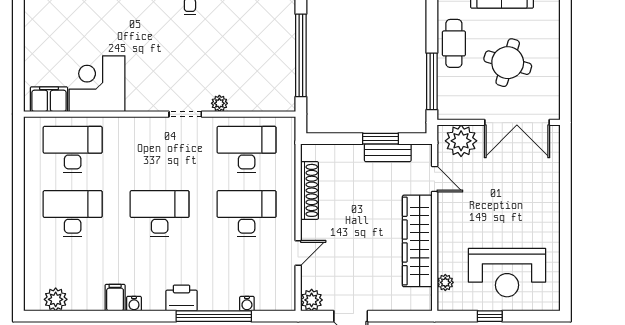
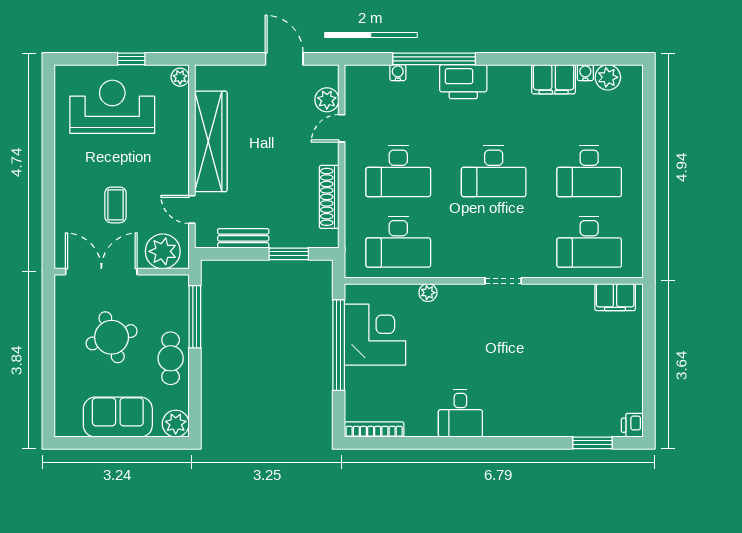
round table: (508, 63) -> (112, 337), turned -35
corner desk: (97, 84) -> (375, 335), moved, turned -90
doorway: (185, 114) -> (503, 281), moved
window: (381, 139) -> (289, 254), moved
coffee table: (504, 183) -> (116, 205), added
plant: (445, 282) -> (180, 77), moved
filing cabinet: (115, 298) -> (554, 79), width x2.00
printer: (181, 298) -> (463, 82), width x1.37, depth x1.19
plant: (312, 300) -> (327, 100), moved
water cooler: (134, 304) -> (585, 73), moved

